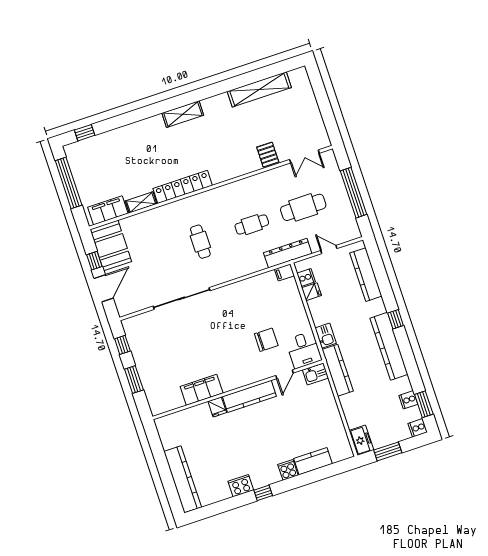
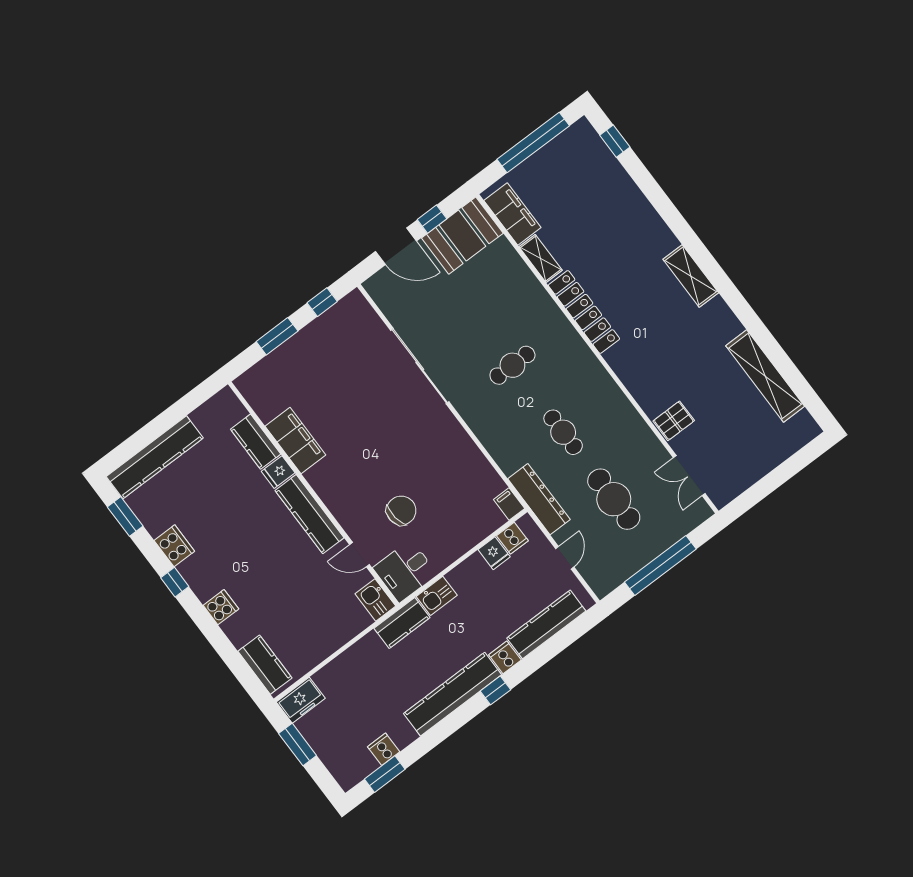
chair: (266, 340) -> (401, 511), turned -97
kitchen counter: (338, 370) -> (402, 623), width x0.67
kitchen counter: (194, 414) -> (256, 442), added
cooker: (418, 428) -> (505, 657), moved
kitchen counter: (313, 461) -> (265, 665), moved
window: (213, 510) -> (125, 517), added

